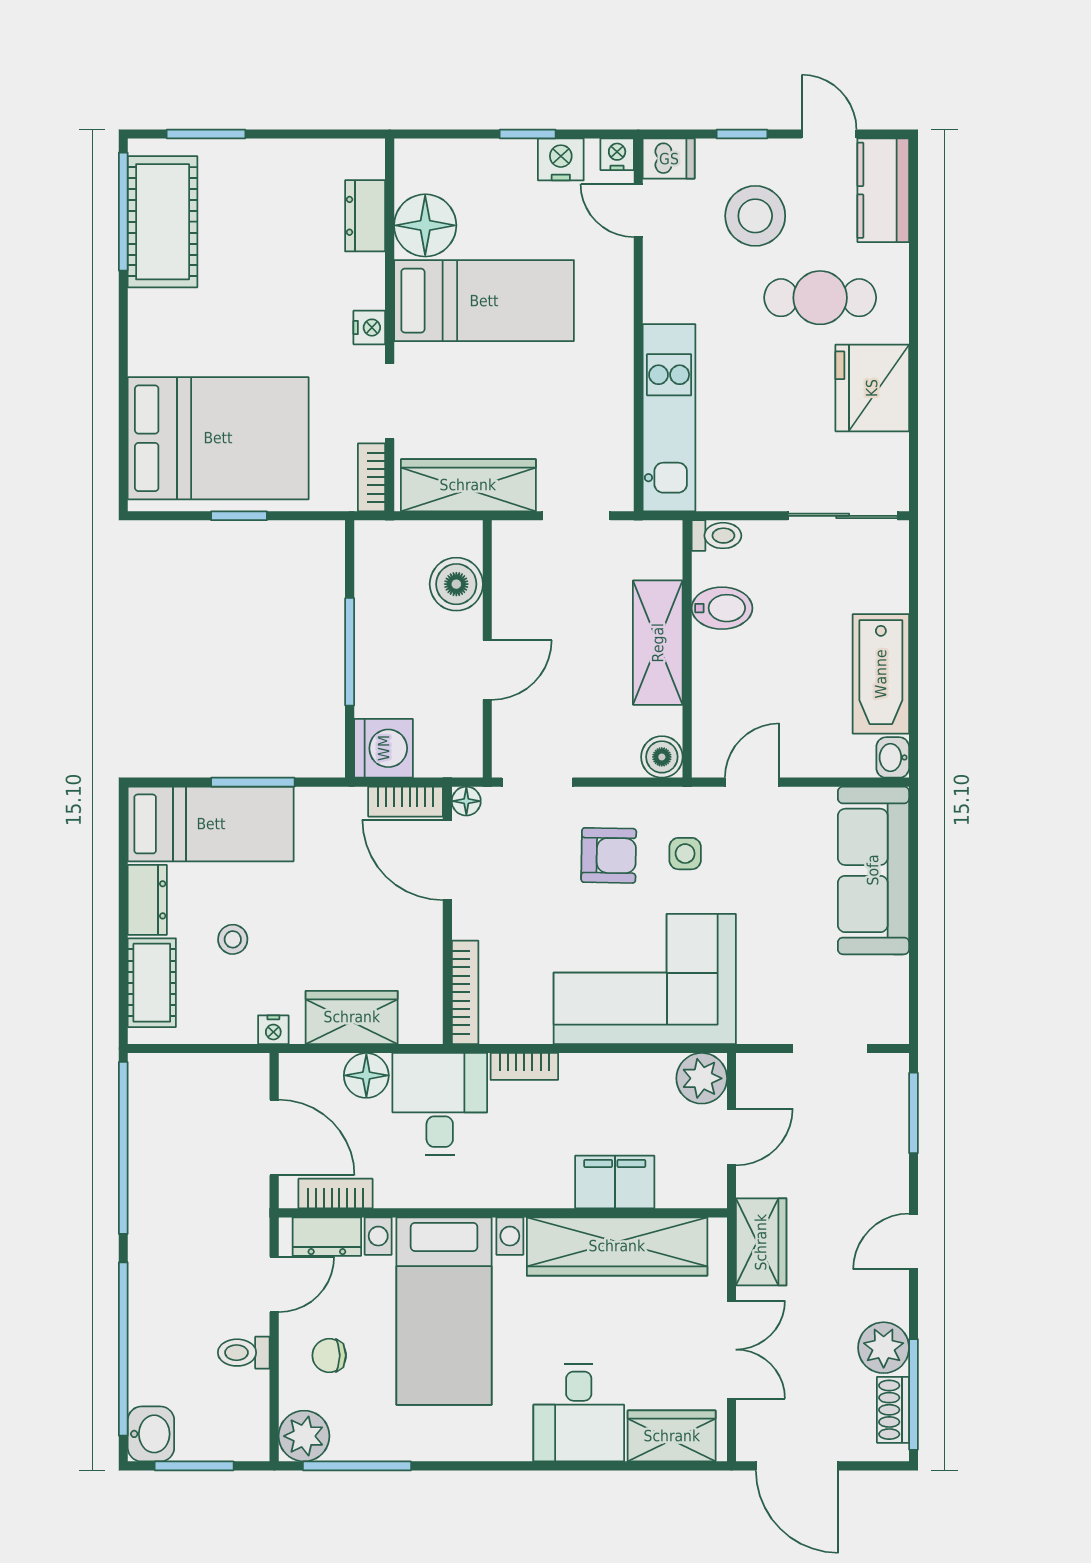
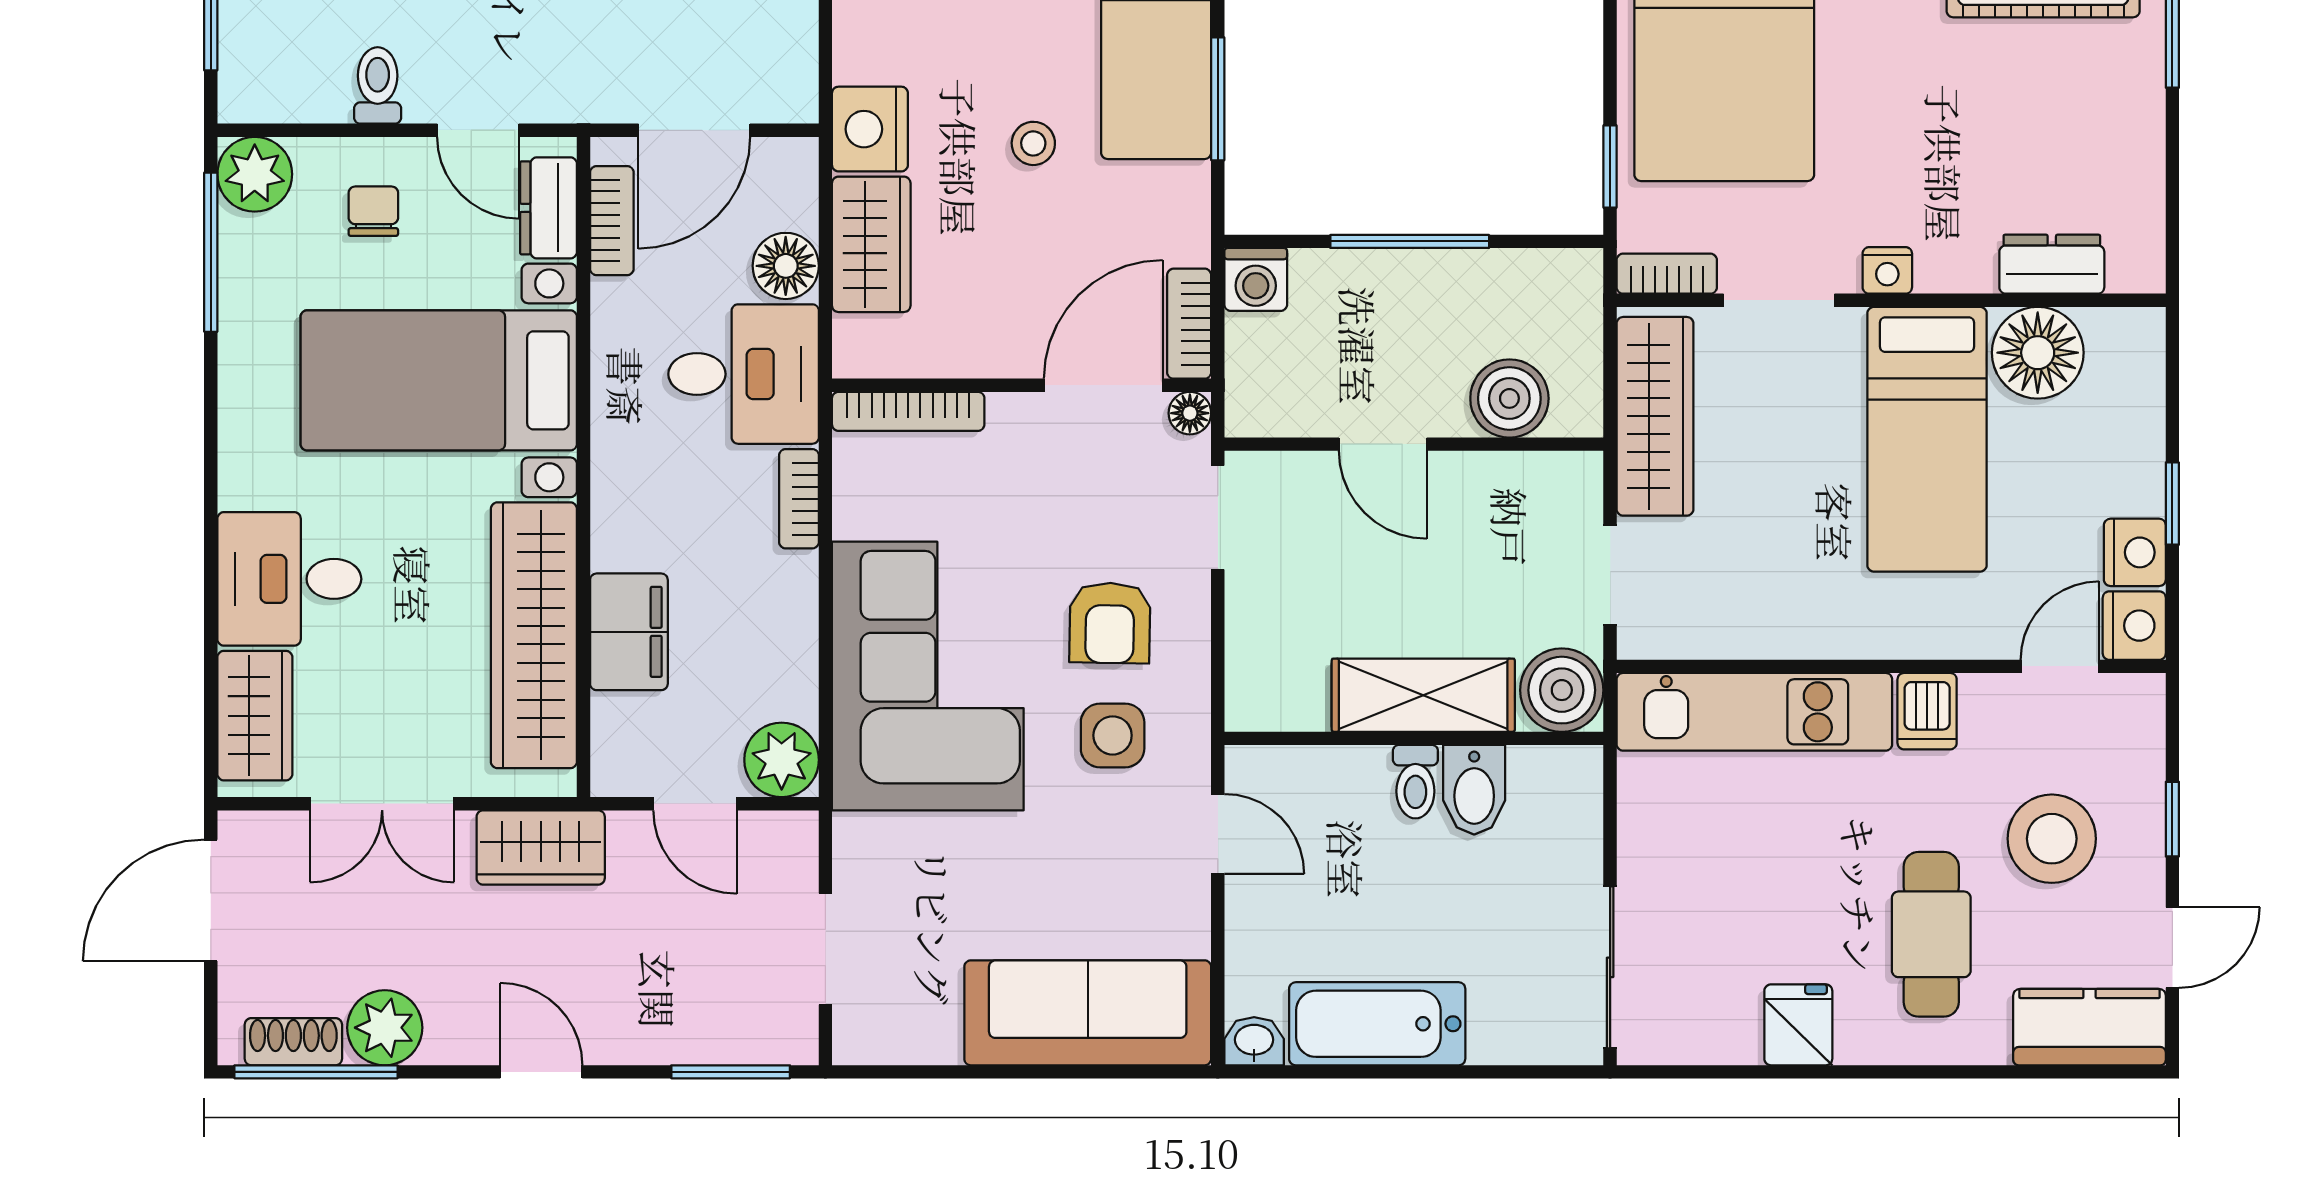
nightstand: (617, 154) -> (2134, 626), width x1.39, depth x1.35
dishwasher: (669, 159) -> (1927, 711), moved
fridge: (872, 388) -> (1798, 1025), width x0.53, depth x0.75
window: (239, 516) -> (1610, 167), moved
toilet: (716, 536) -> (1415, 782), moved
washing machine: (384, 748) -> (1256, 279), width x0.73, depth x0.73
boiler: (662, 757) -> (1562, 690), moved, width x1.36, depth x1.36
side table: (685, 854) -> (1113, 735), width x1.37, depth x1.37
stool: (233, 939) -> (1033, 143), moved
nightstand: (273, 1030) -> (870, 129), width x1.89, depth x1.79

